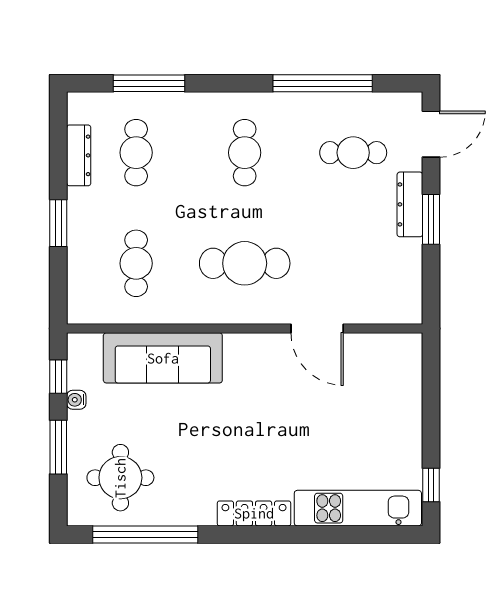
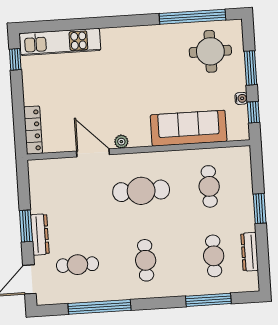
plant: (271, 344) -> (121, 142), added
locker: (254, 513) -> (33, 130), moved, turned -90

